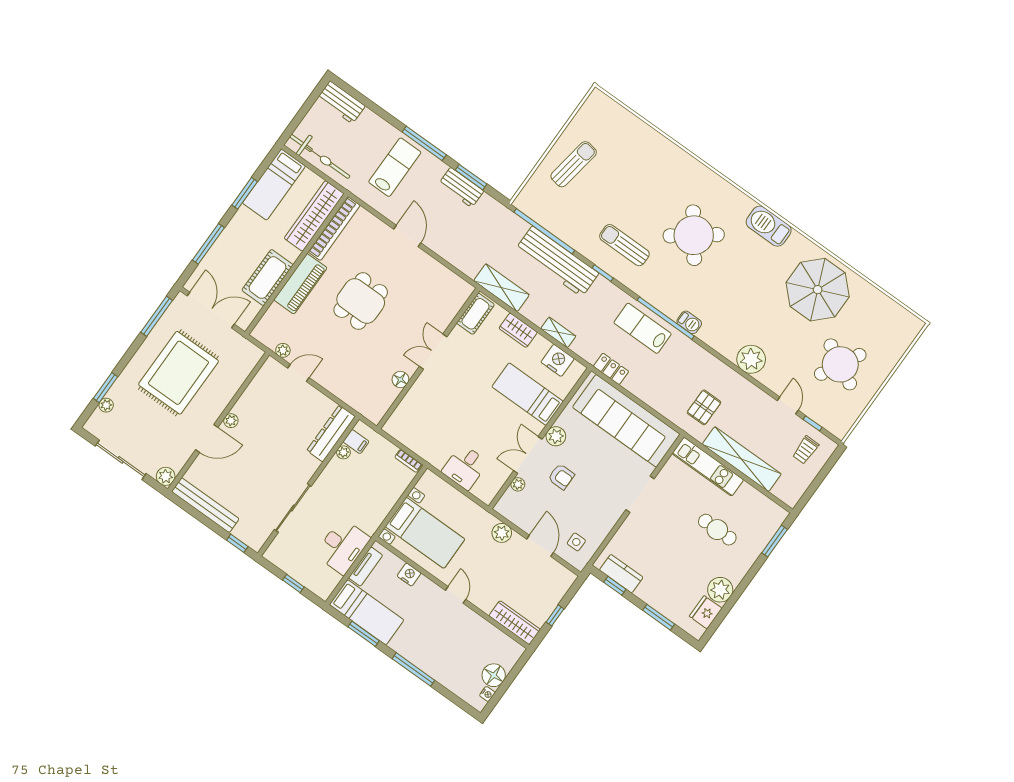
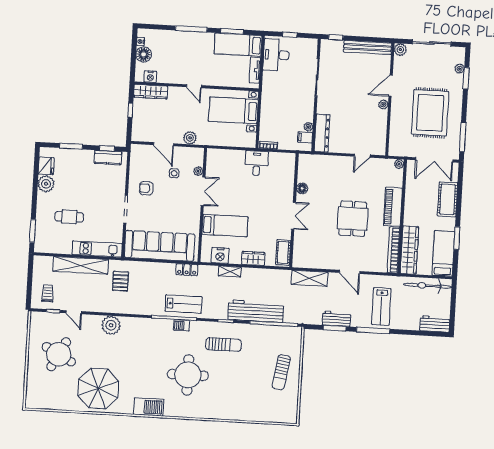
round table: (694, 235) -> (188, 375), turned 37
window: (208, 244) -> (459, 196), removed
cot: (267, 278) -> (448, 199), moved
shelving: (501, 288) -> (310, 278), moved
barbecue: (689, 322) -> (182, 325), moved
plant: (283, 350) -> (399, 164), moved
plant: (556, 436) -> (194, 212), removed
desk: (465, 467) -> (257, 163), moved
armchair: (561, 477) -> (146, 188), moved
side table: (576, 542) -> (174, 173), moved
desk: (343, 546) -> (276, 55), moved
nightstand: (409, 575) -> (150, 77), moved

